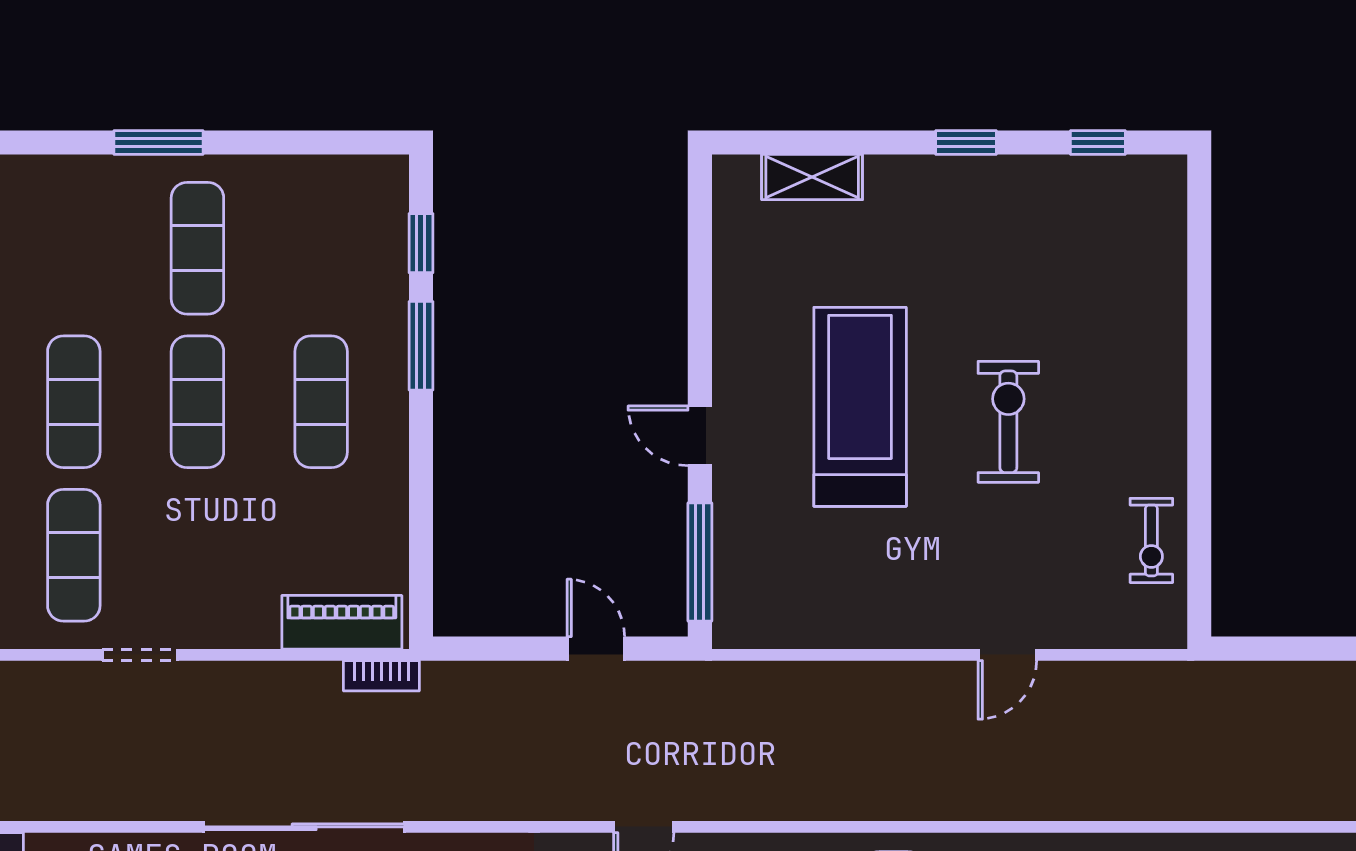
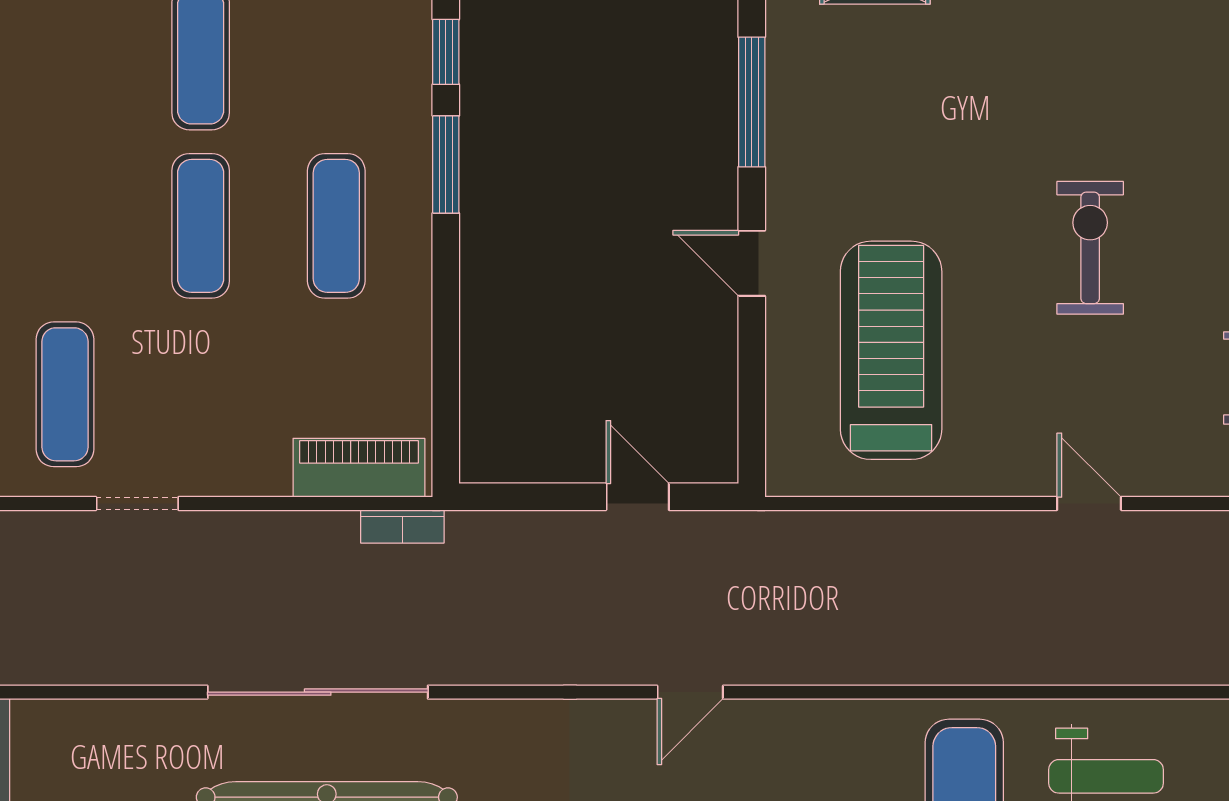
exercise mat: (74, 402) -> (65, 226), removed
treadmill: (860, 407) -> (891, 350), moved
window: (700, 562) -> (752, 102), moved
door: (1007, 655) -> (1089, 504), swing flipped

